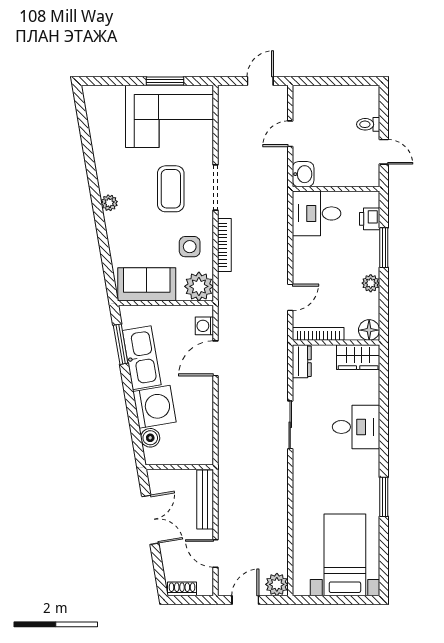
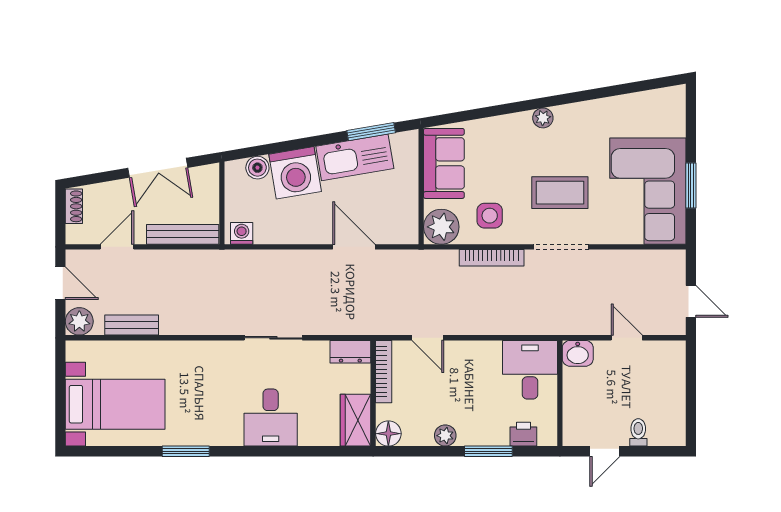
washing machine: (204, 326) -> (242, 233), moved
bench: (280, 541) -> (132, 325), added

